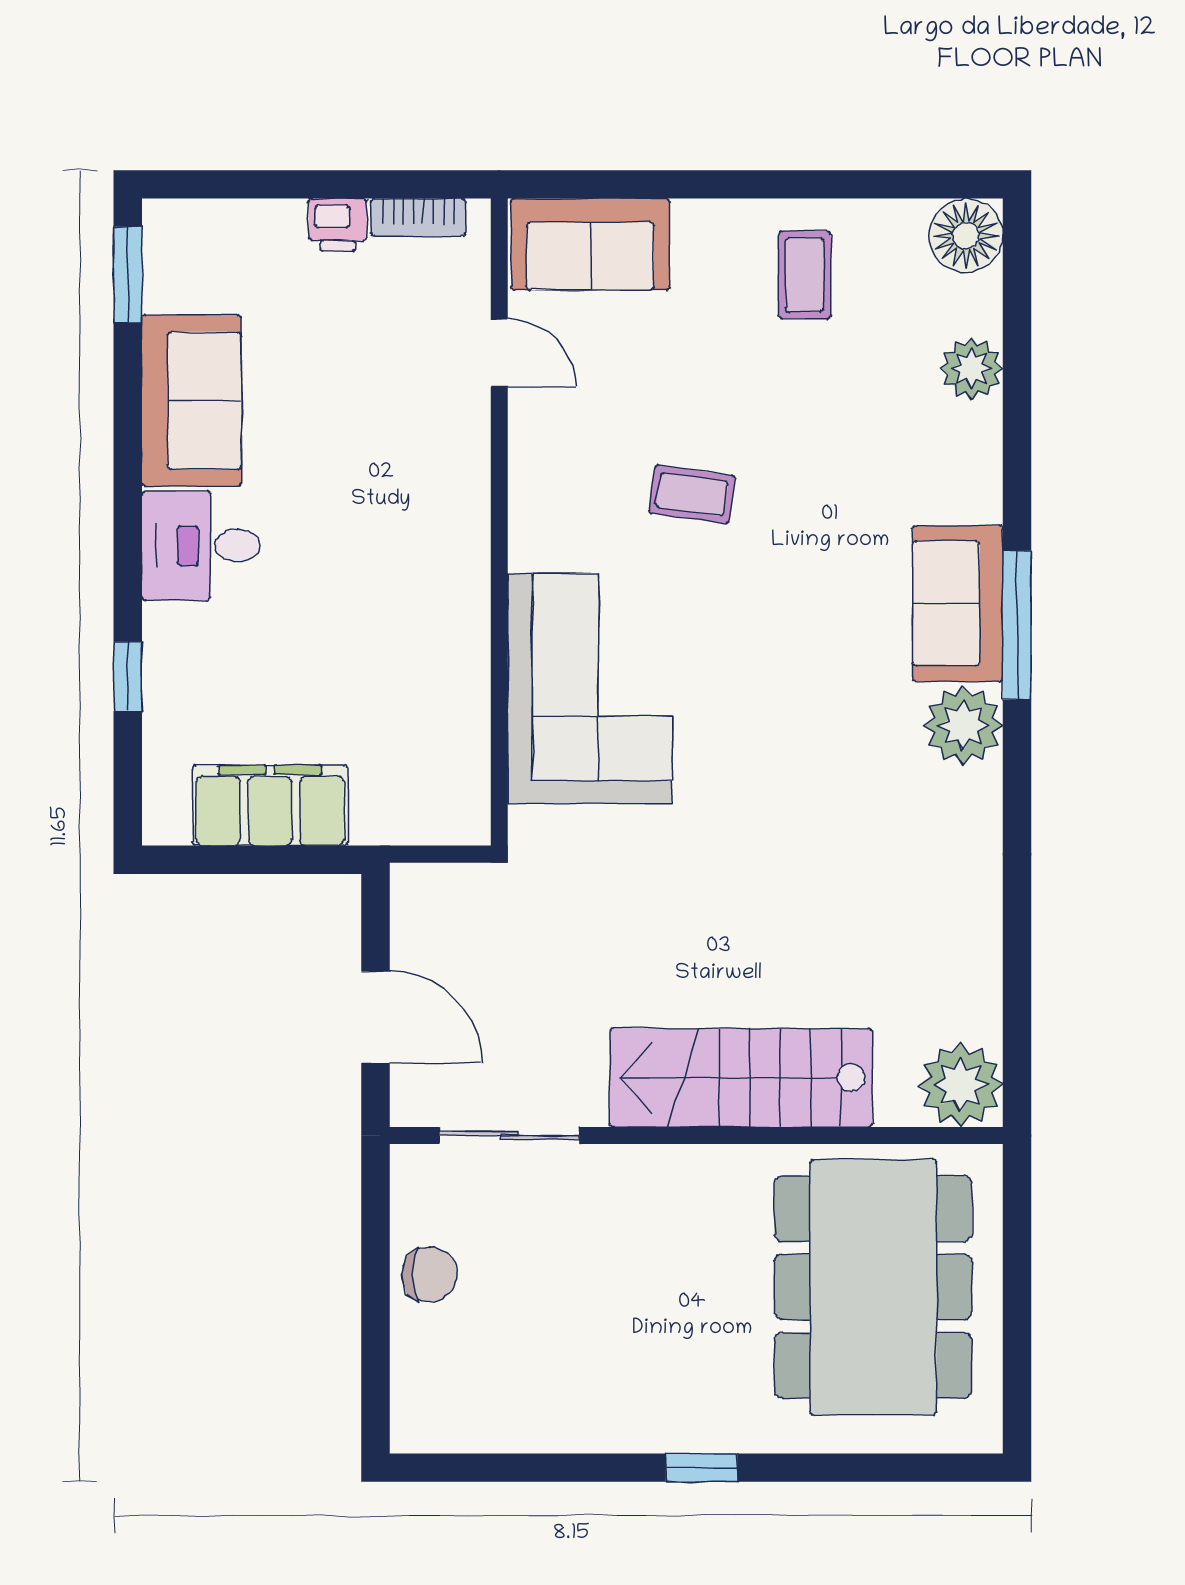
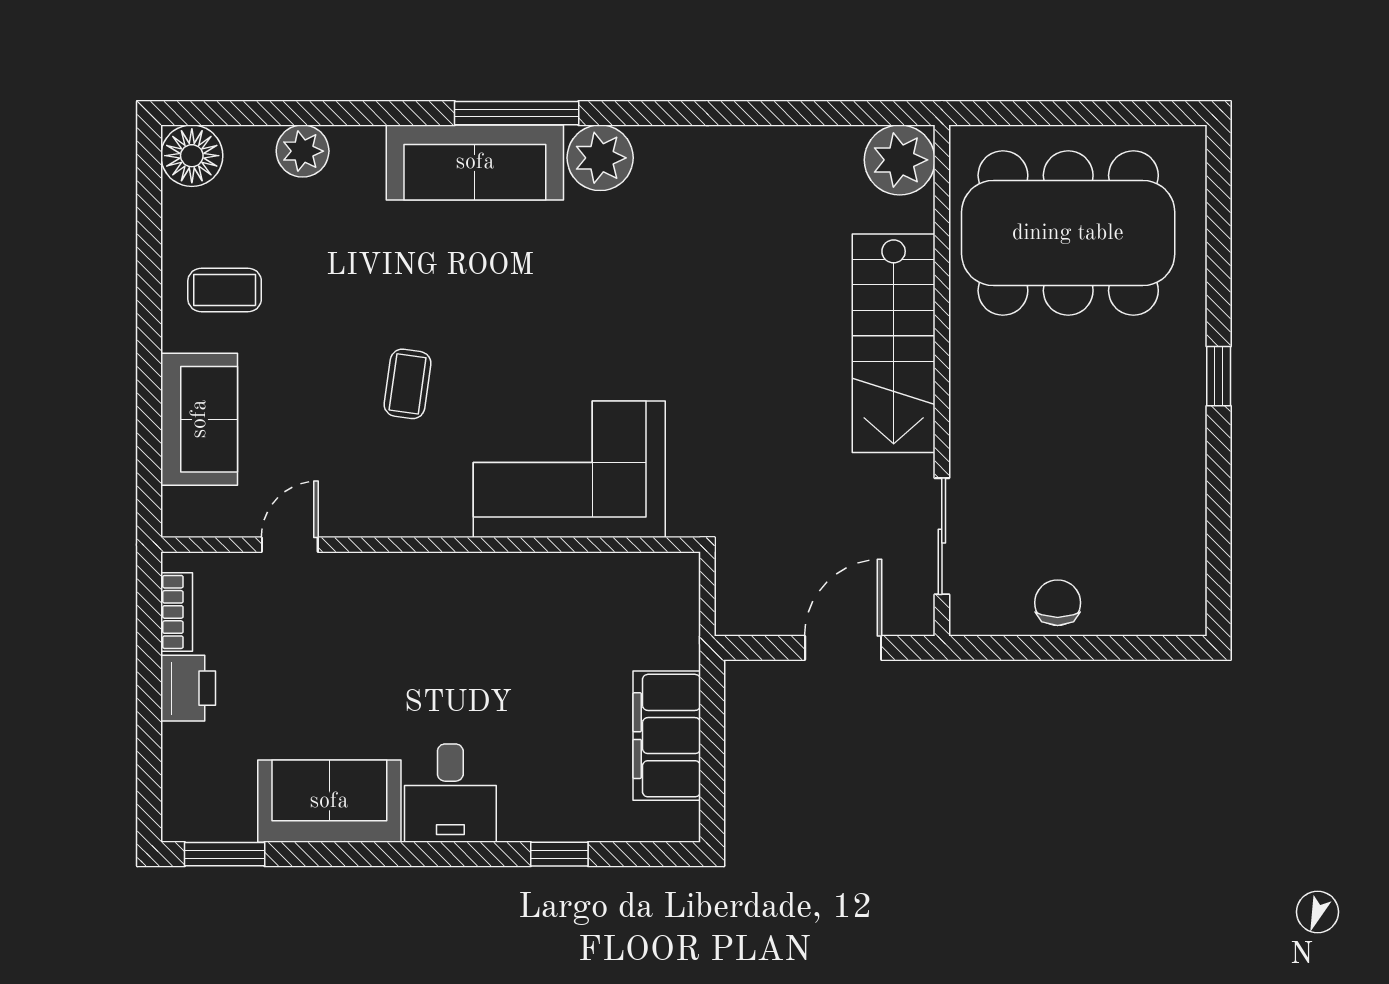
printer: (338, 225) -> (188, 688), width x1.36, depth x1.24
sofa: (590, 244) -> (199, 419), moved
sofa: (958, 603) -> (475, 162), width x1.36

